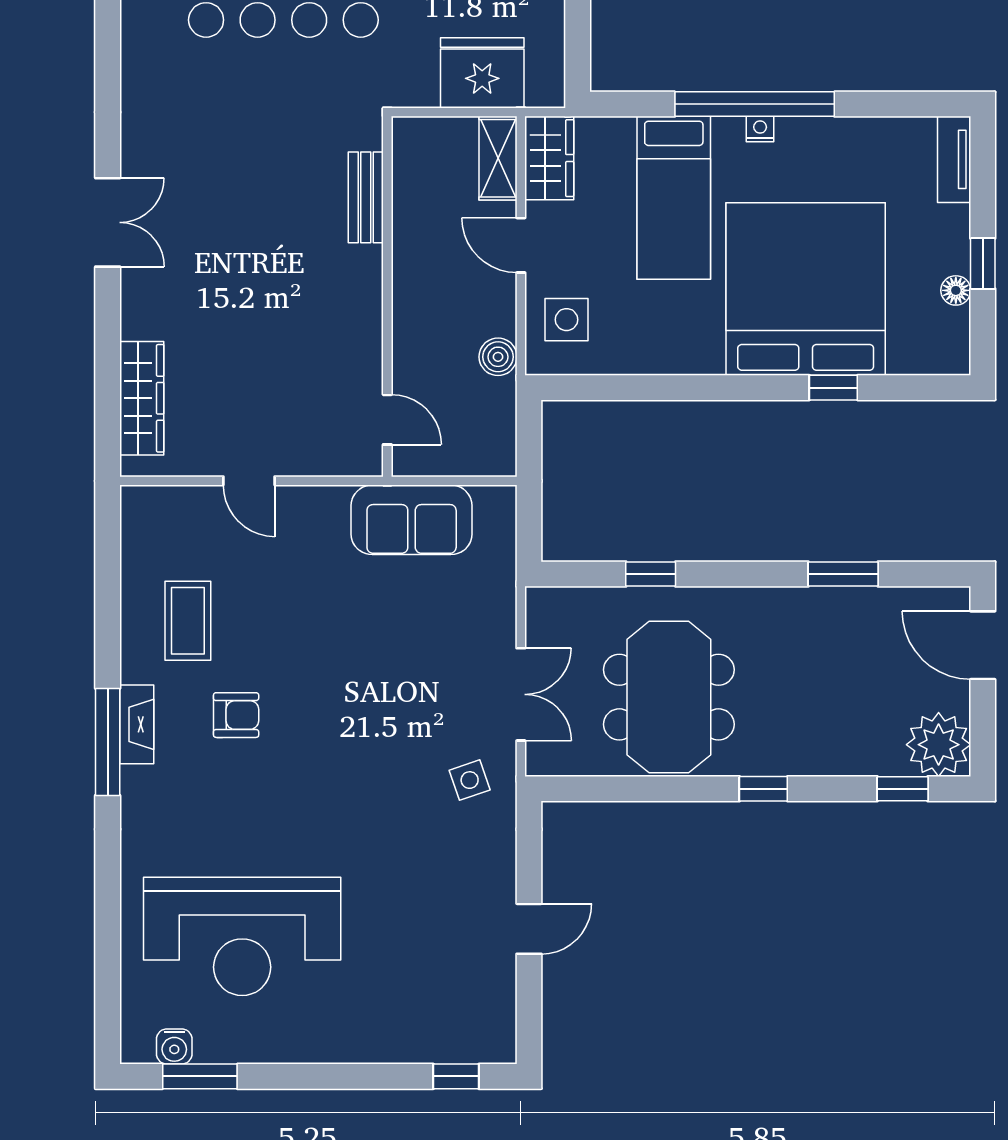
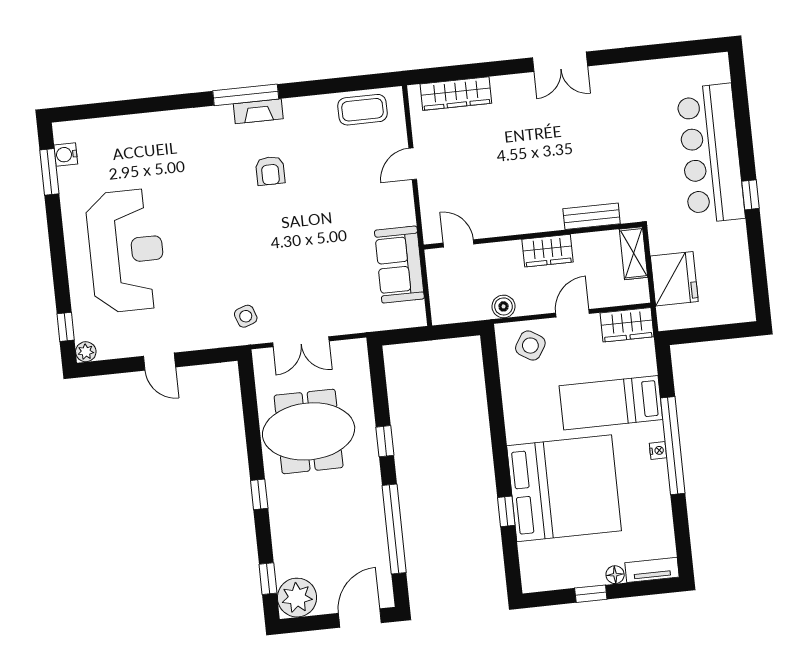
shelving: (498, 158) -> (634, 253), moved, turned 90
wardrobe: (414, 275) -> (548, 251), added
floor lamp: (956, 290) -> (615, 575), moved
side table: (567, 320) -> (530, 346), turned 32
door: (387, 420) -> (459, 243), swing flipped
window: (651, 574) -> (385, 441), moved
window: (843, 574) -> (394, 529), width x2.11
coffee table: (188, 621) -> (362, 110), moved
reception desk: (242, 936) -> (126, 251), moved, turned 180
plant: (500, 1048) -> (86, 352), added

